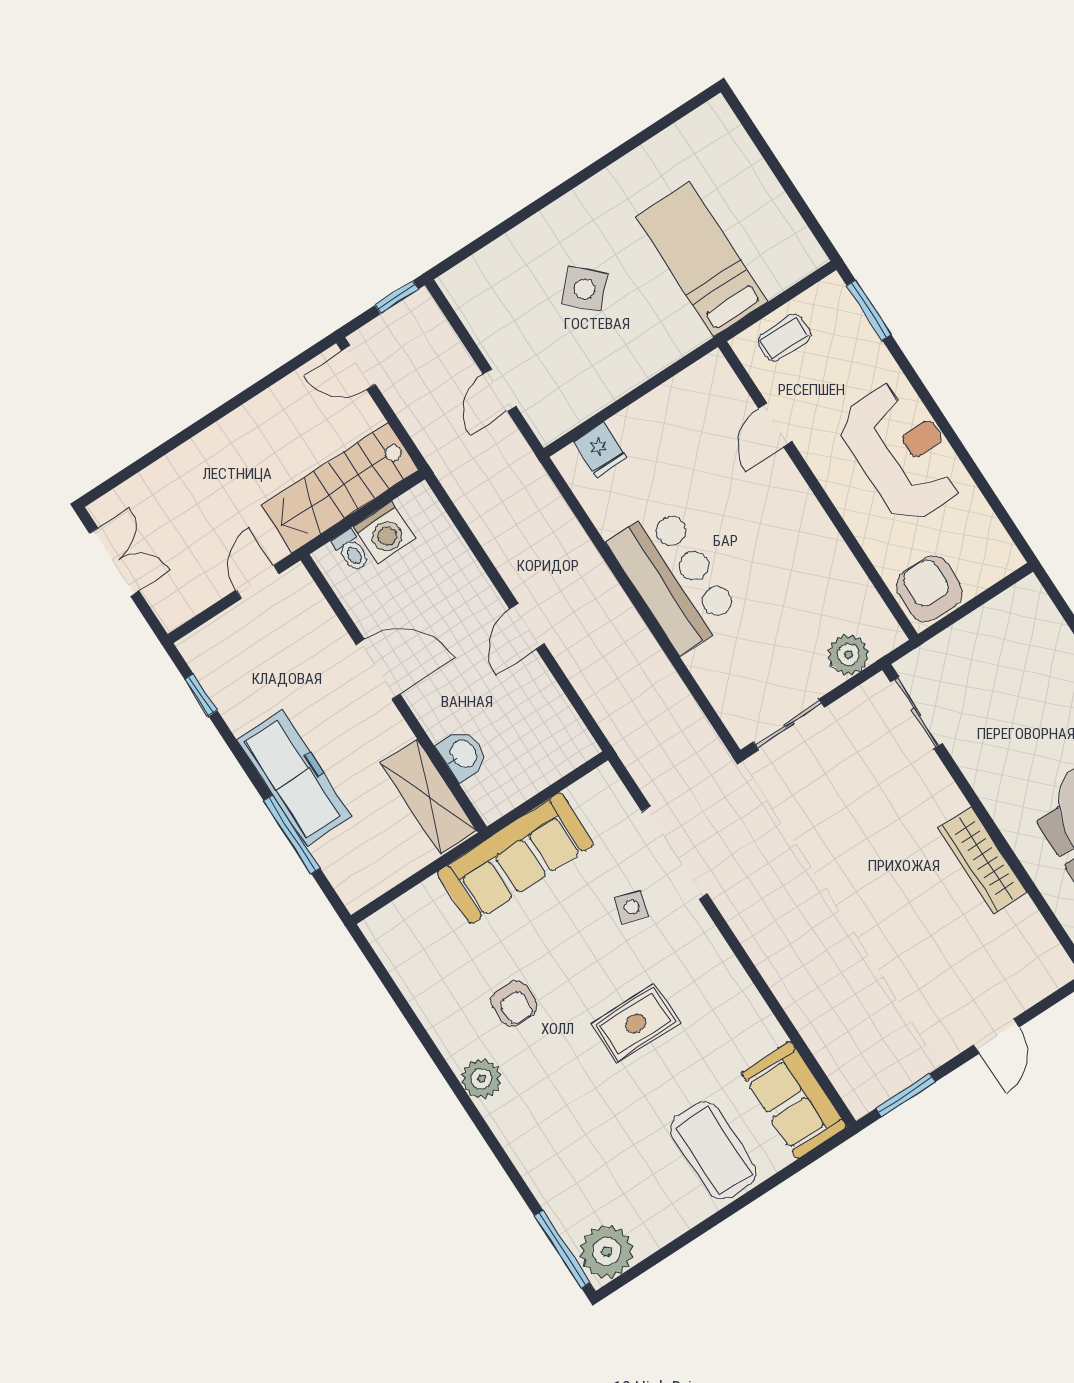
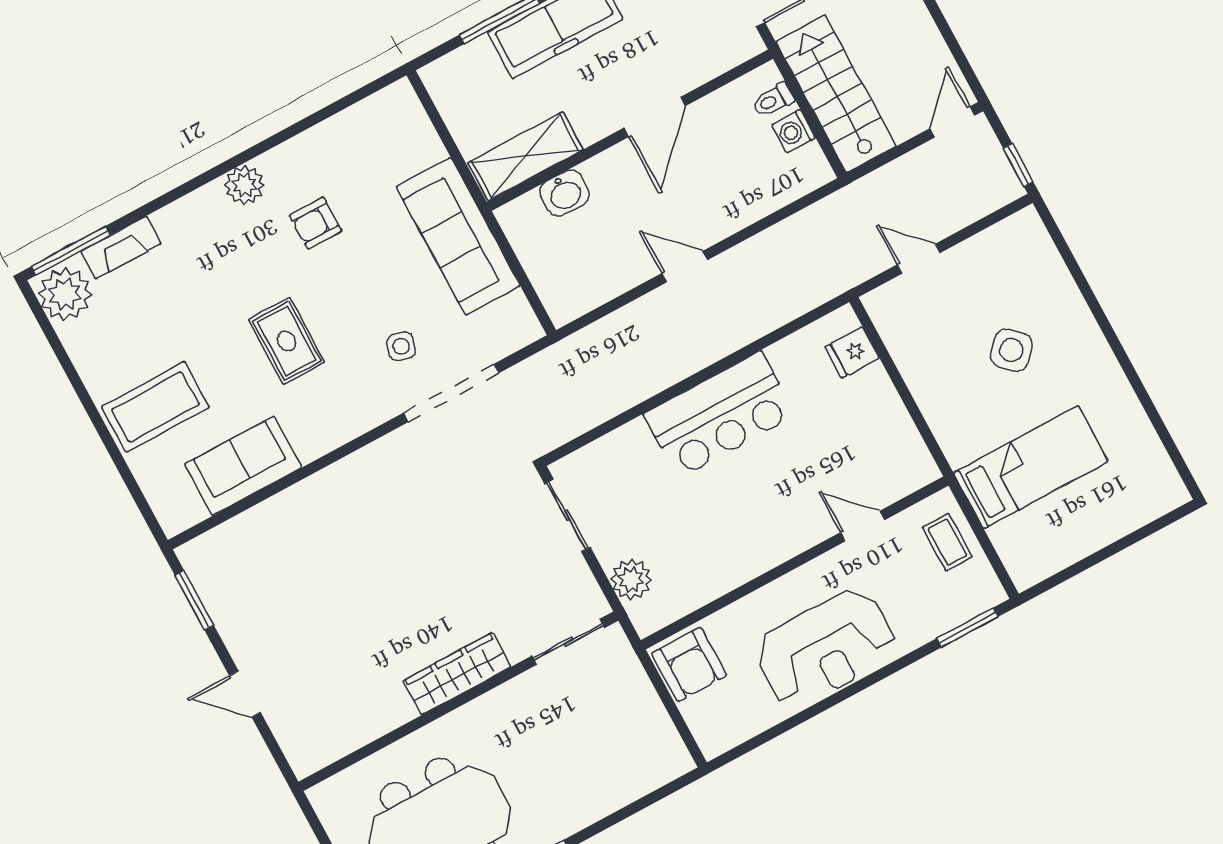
washing machine: (385, 533) -> (794, 131), width x0.73, depth x0.73
armchair: (929, 589) -> (689, 664), turned 90
wardrobe: (983, 860) -> (457, 674), moved
sofa: (794, 1100) -> (243, 466), moved
fireplace: (555, 1199) -> (121, 248), added

